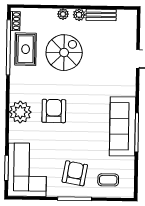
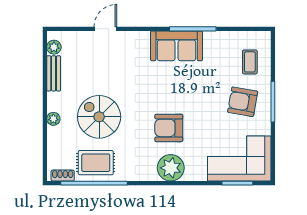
plant: (79, 15) -> (54, 47), moved
sofa: (123, 126) -> (177, 46), width x0.73

